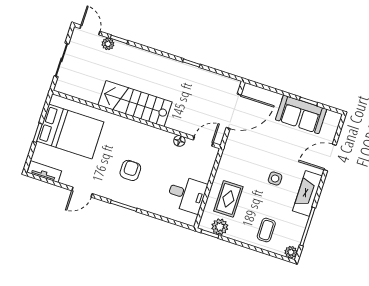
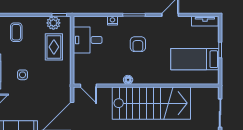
stairs: (135, 104) -> (151, 103), width x1.36, depth x1.51
bed: (70, 131) -> (195, 59), width x0.67
floor lamp: (179, 141) -> (128, 80), moved
door: (203, 141) -> (88, 86), hinge flipped
nightstand: (151, 207) -> (112, 21), added

